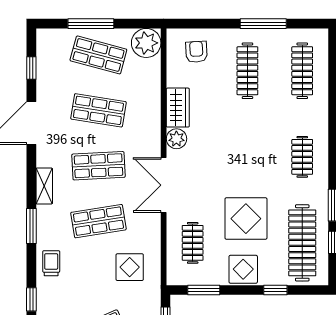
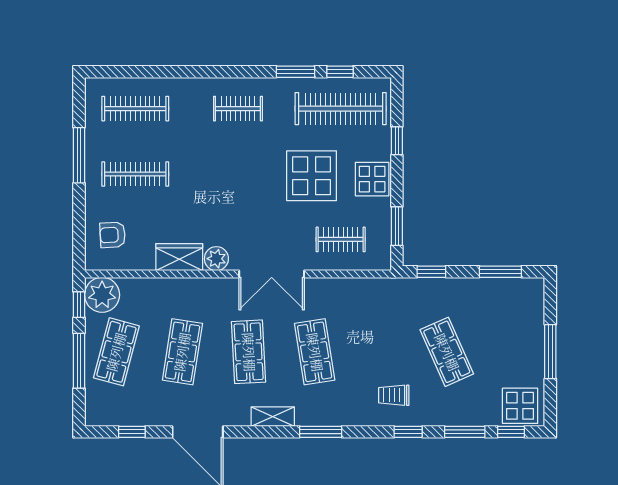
window: (138, 24) -> (79, 305), added
trolley: (51, 263) -> (394, 395), moved
display table: (130, 267) -> (370, 315), removed

